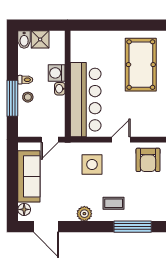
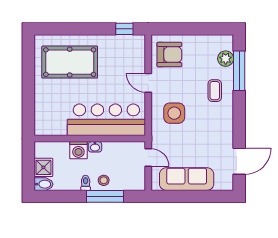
floor lamp: (24, 209) -> (221, 184), removed
plant: (84, 214) -> (226, 59), moved

